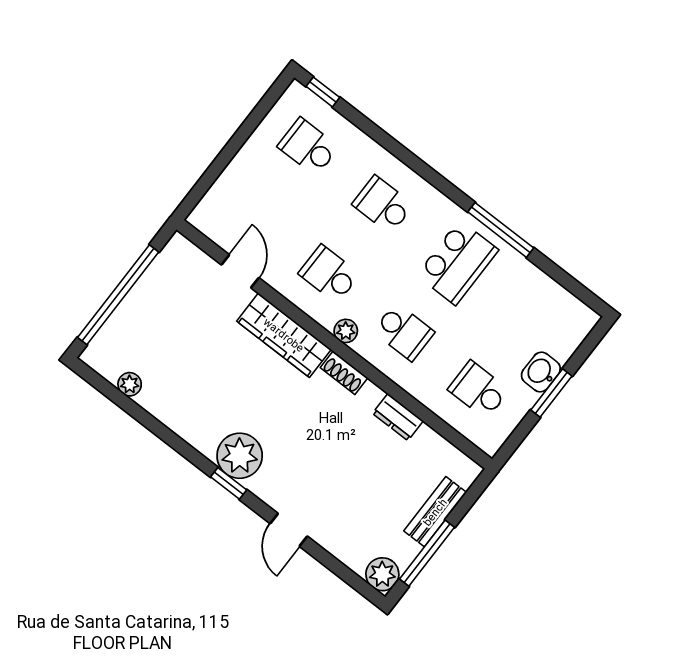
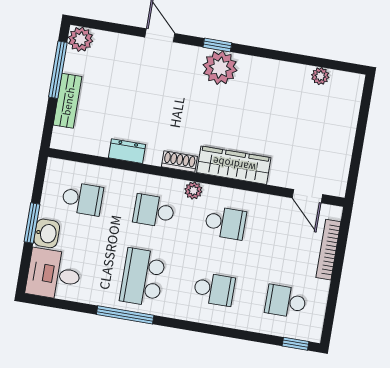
school desk: (308, 147) -> (286, 301), turned 180
bookcase: (227, 180) -> (328, 250), added
door: (240, 271) -> (307, 196), moved
window: (118, 295) -> (360, 132), removed
desk: (558, 321) -> (54, 274), added

